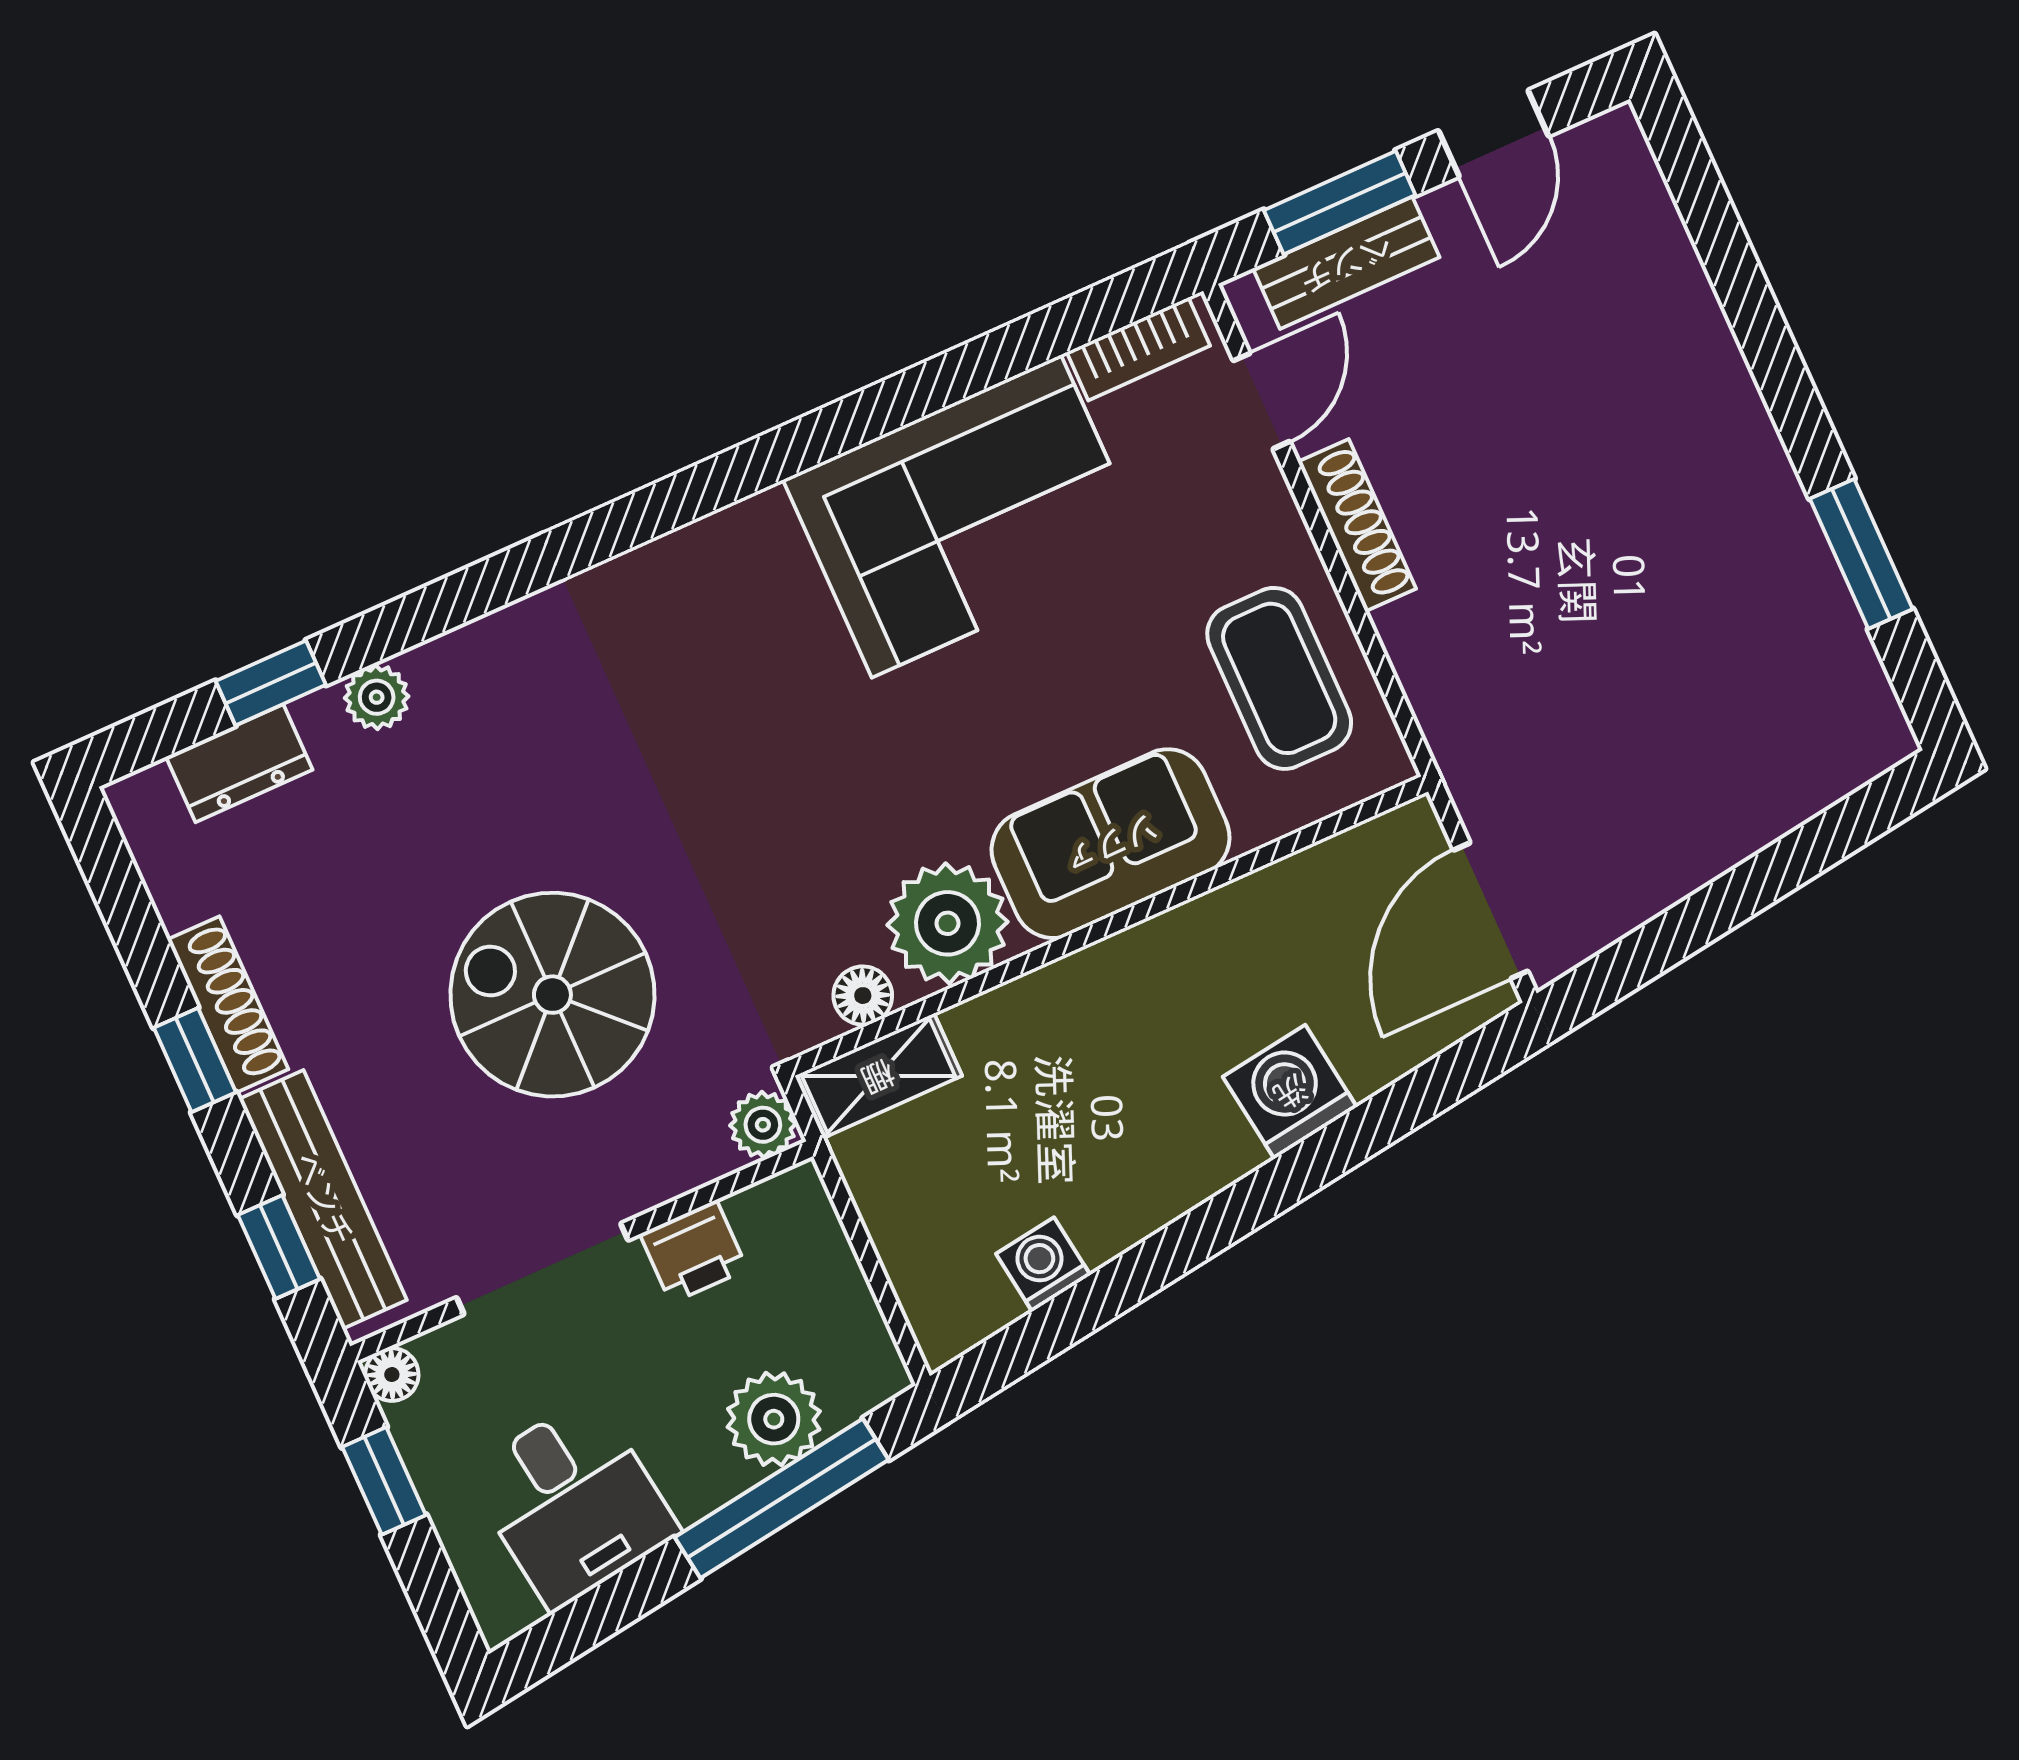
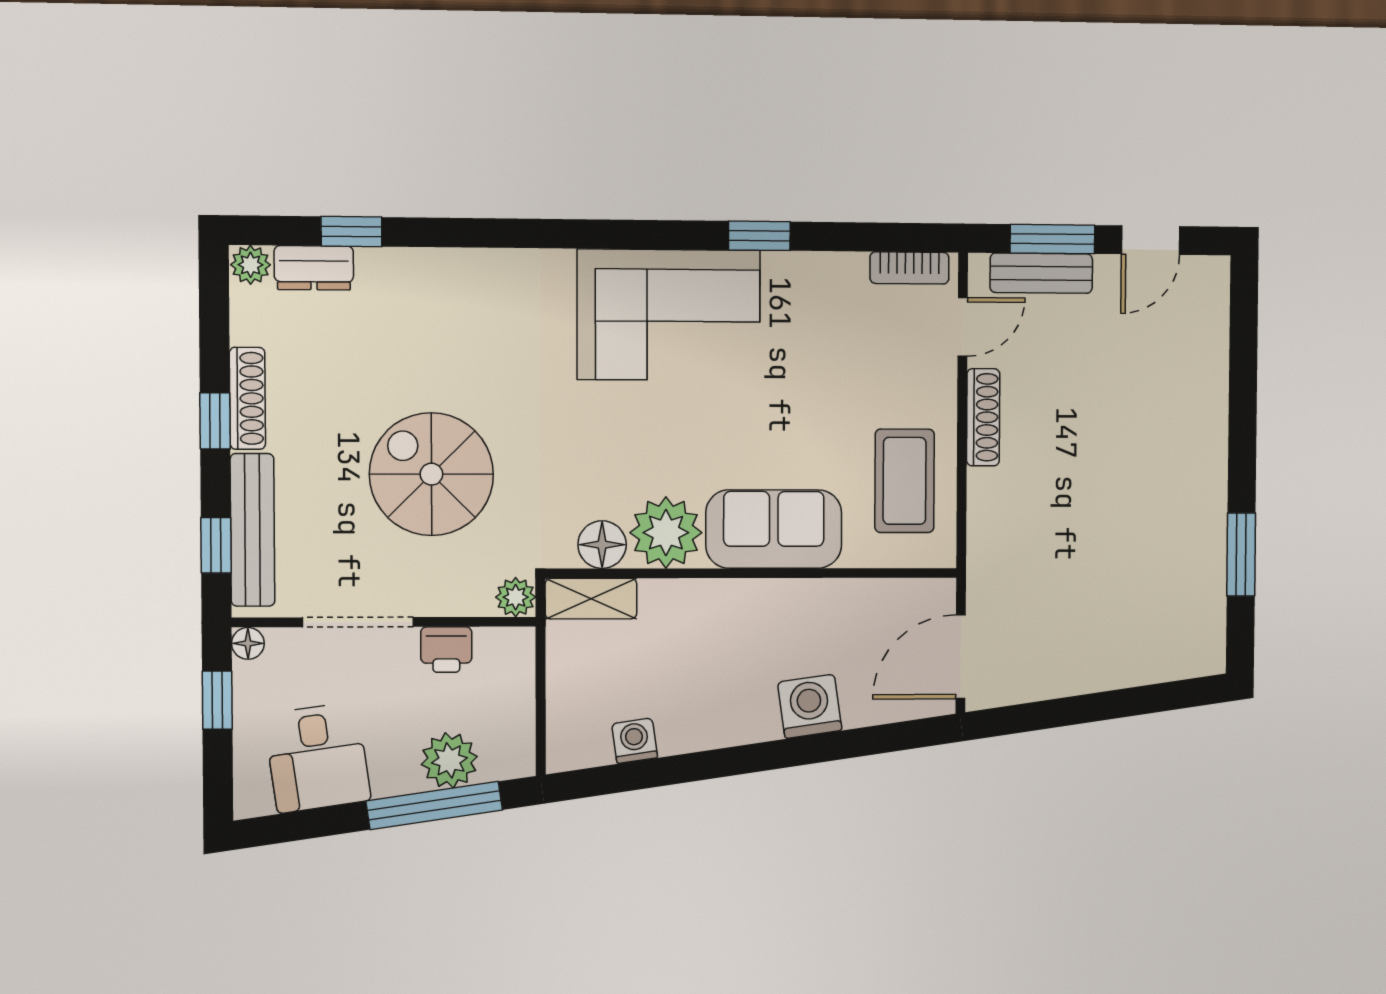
window: (886, 406) -> (759, 236), added
corner sofa: (966, 516) -> (669, 315), moved
plant: (377, 697) -> (251, 265), moved
floor lamp: (863, 996) -> (602, 545), width x1.37, depth x1.37

